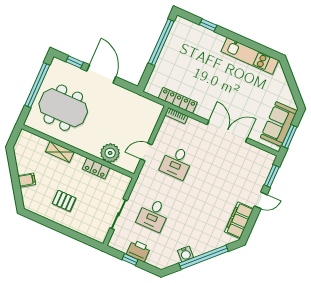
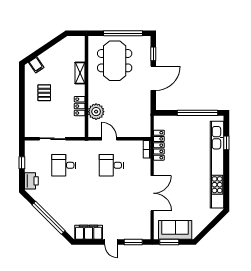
kitchen unit: (250, 56) -> (217, 165), width x1.86
filing cabinet: (27, 180) -> (36, 65), moved
printer: (138, 251) -> (31, 181), moved
water cooler: (186, 254) -> (45, 203), removed

